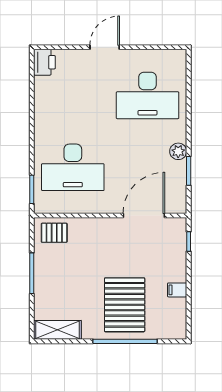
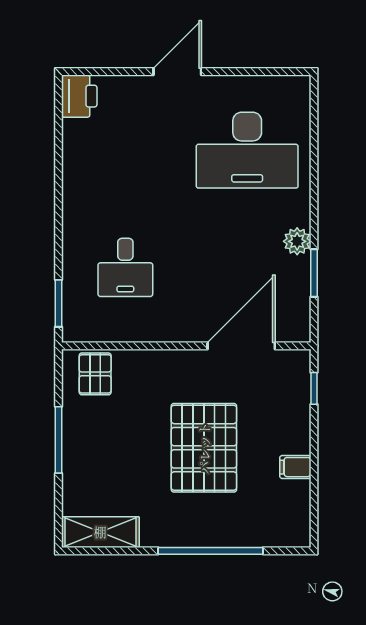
desk: (73, 167) -> (125, 267), width x0.53, depth x0.77
pallet: (54, 233) -> (95, 374), turned 90
pallet: (125, 305) -> (204, 448), moved

